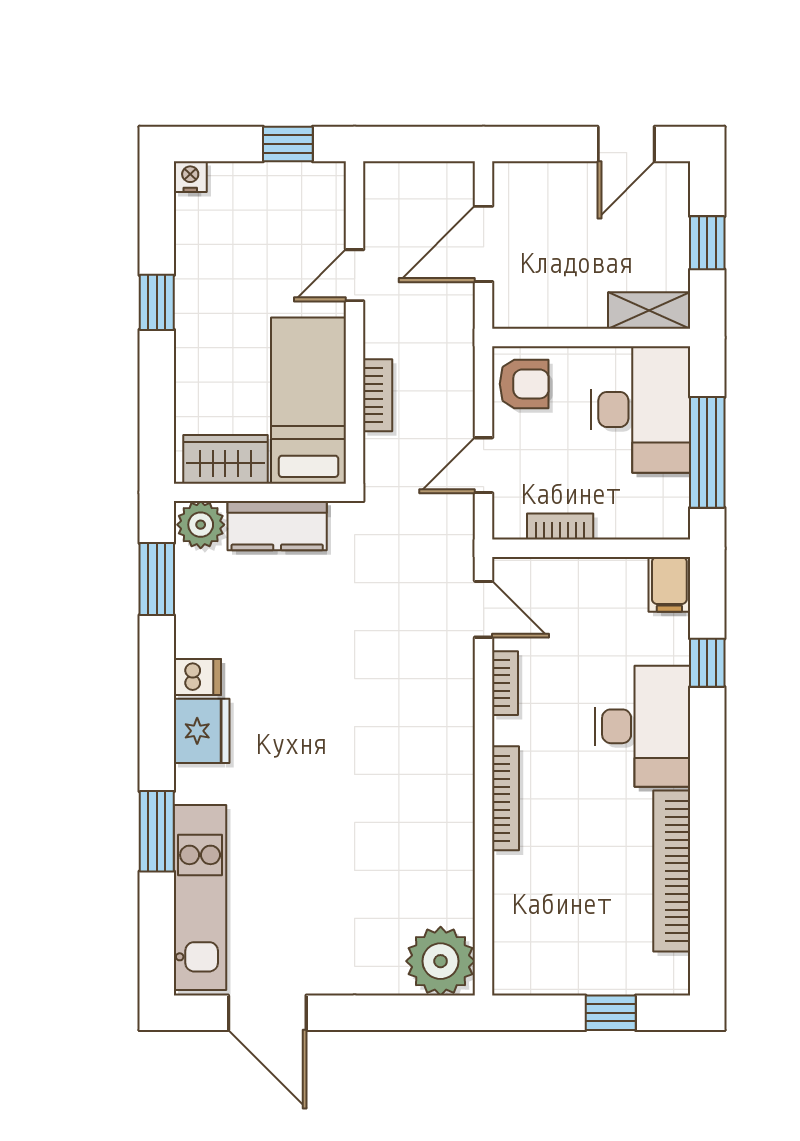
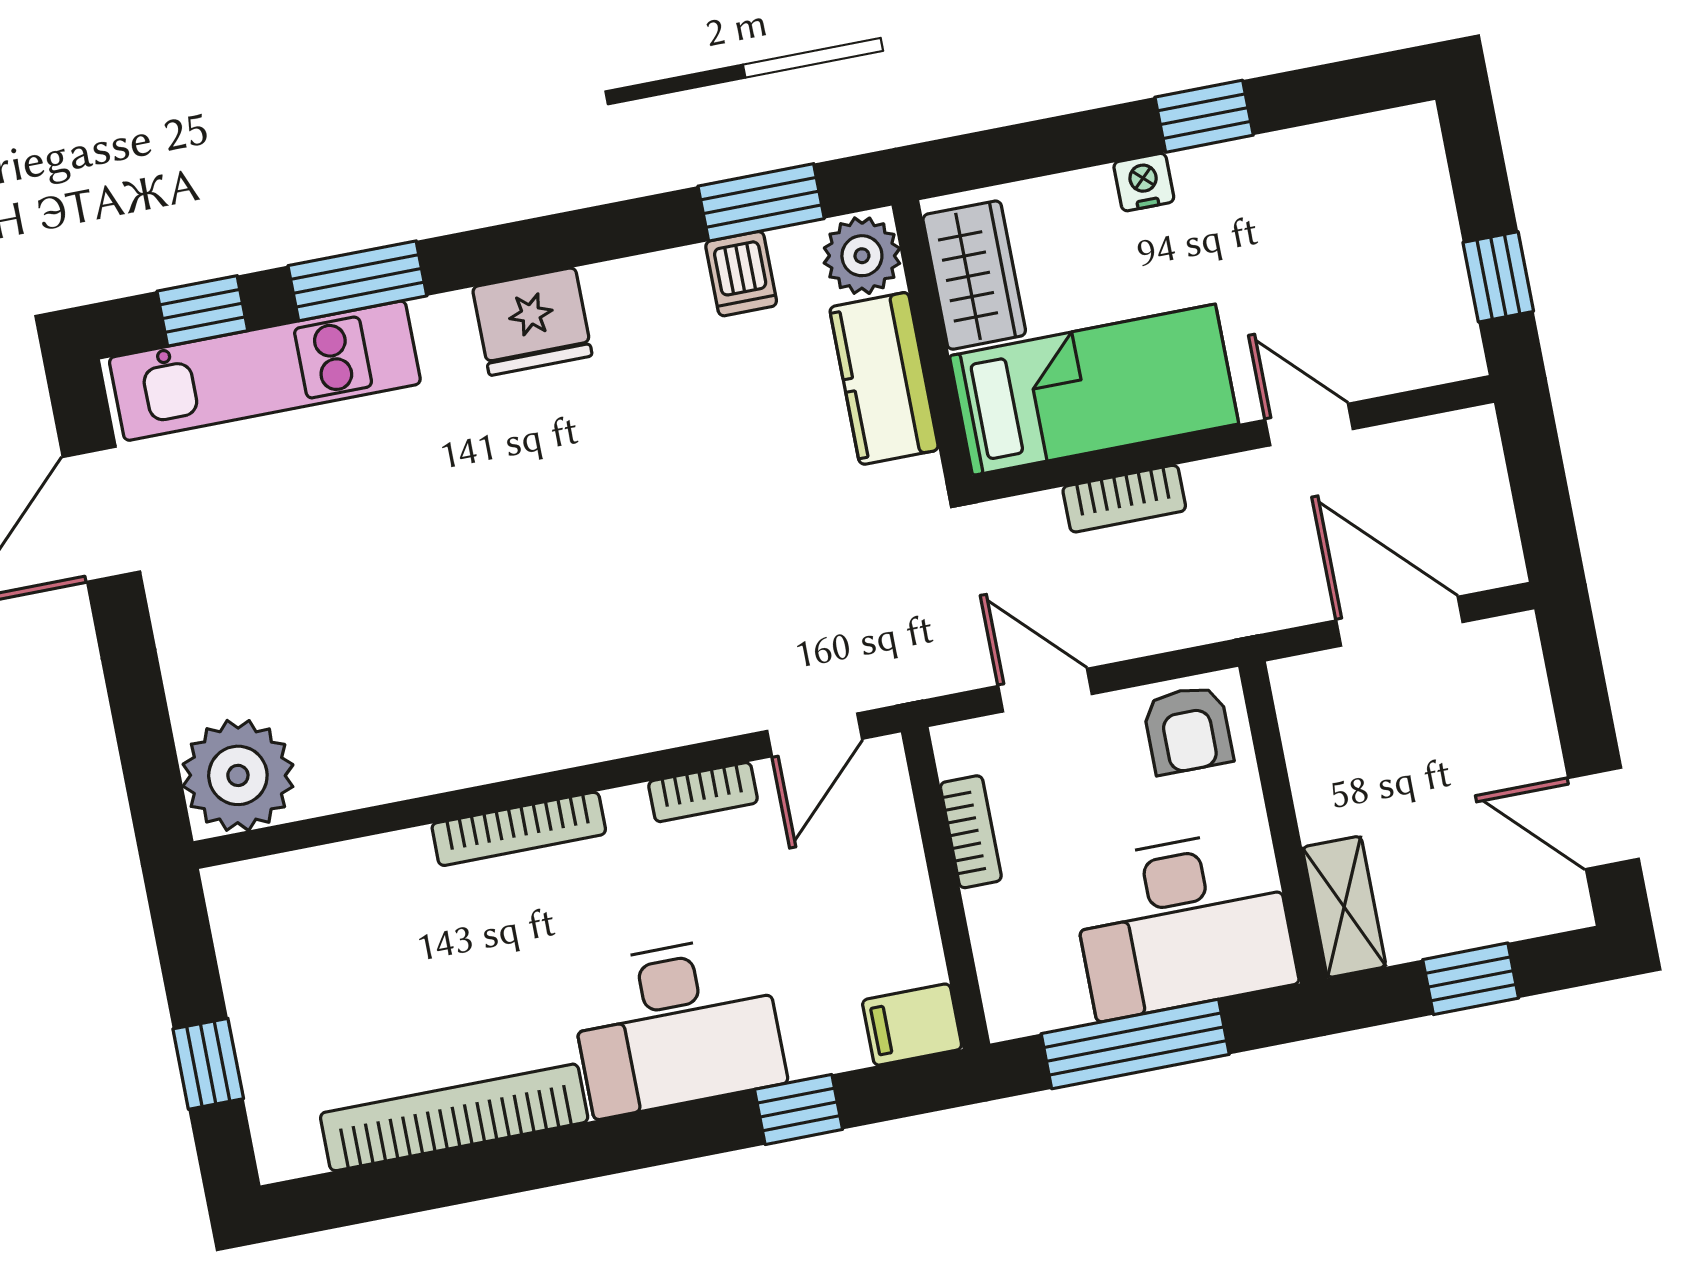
nightstand: (190, 177) -> (1144, 182), moved, turned -90
dishwasher: (197, 677) -> (741, 274), moved
window: (157, 928) -> (202, 311), added

